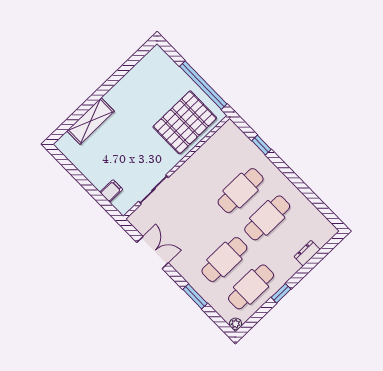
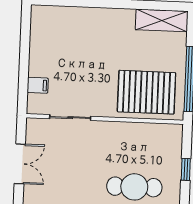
shelving: (91, 121) -> (162, 20), moved

